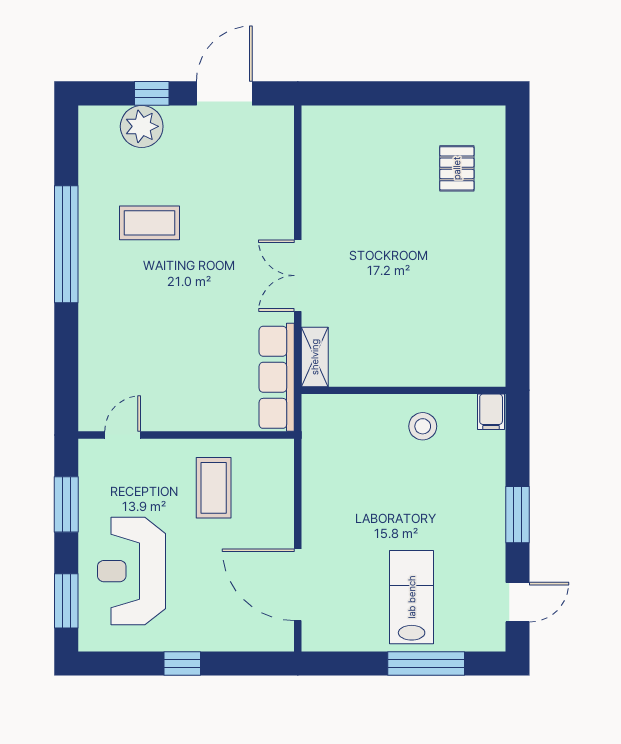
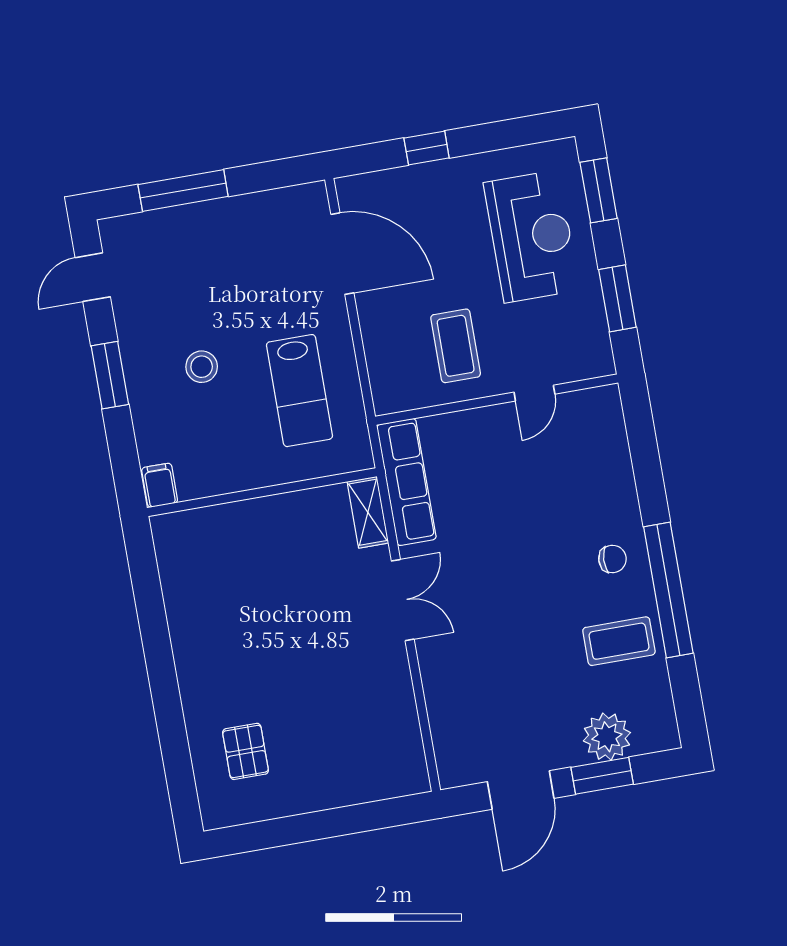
window: (152, 93) -> (602, 776), width x1.50
coffee table: (149, 223) -> (619, 641), moved
chair: (110, 280) -> (612, 559), added
stool: (423, 426) -> (202, 367), moved
door: (123, 435) -> (534, 393), moved
lab bench: (412, 597) -> (299, 391), moved
window: (182, 663) -> (427, 148), moved

